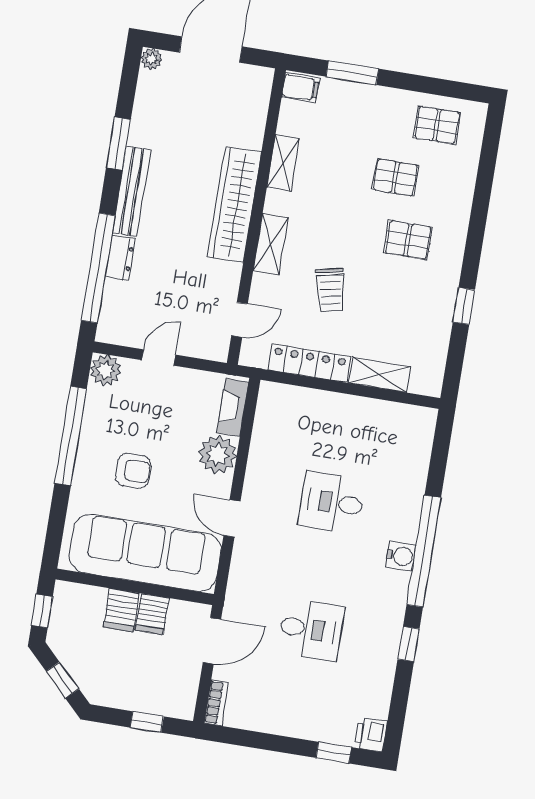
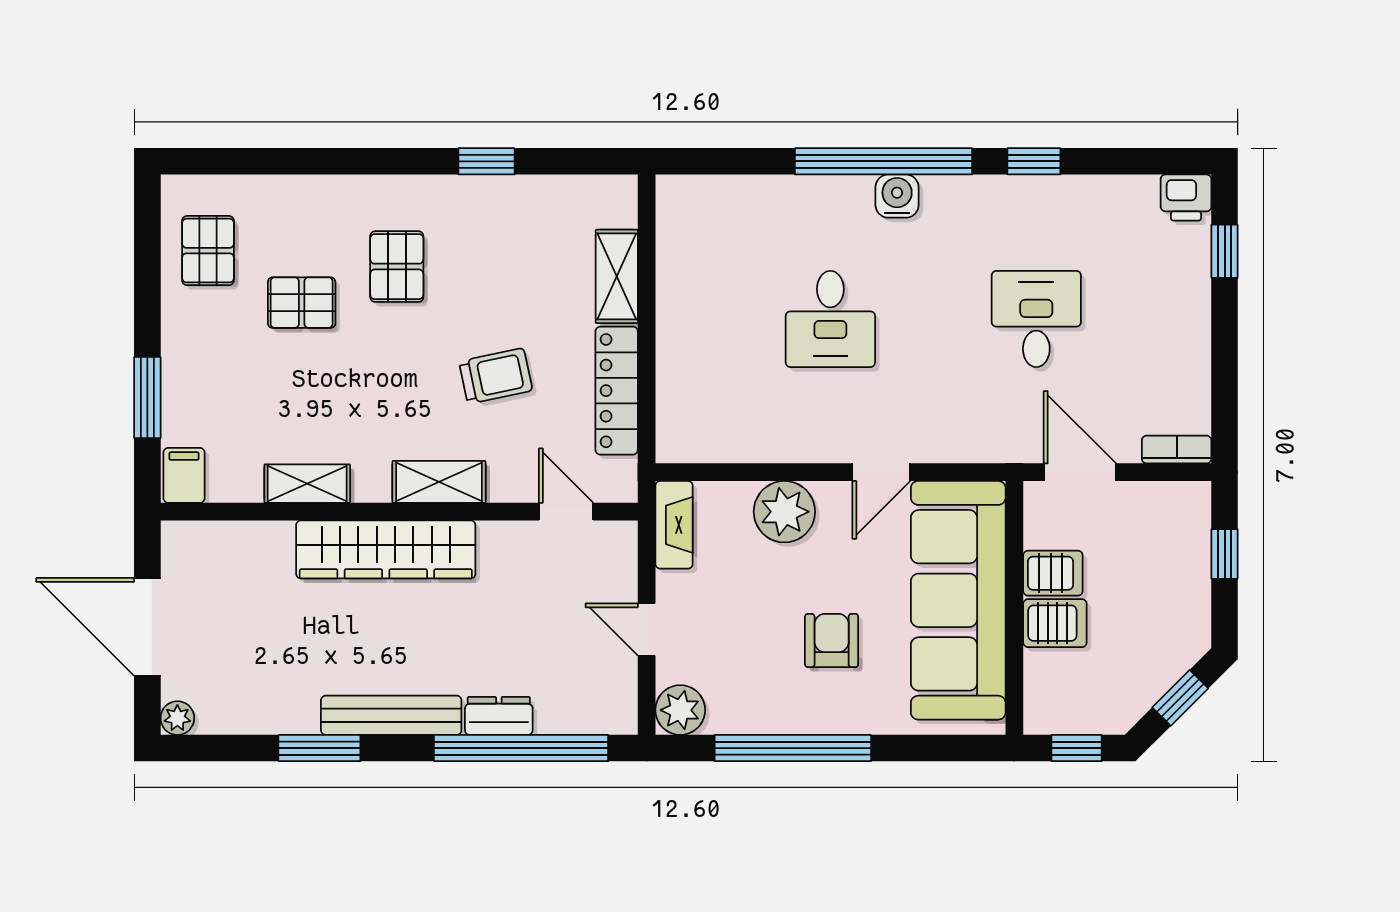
pallet: (395, 178) -> (302, 303), turned 90
fireplace: (233, 408) -> (674, 525), moved, turned -90

